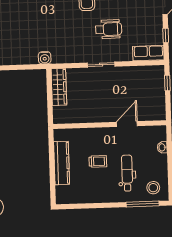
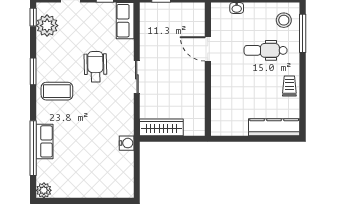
trolley: (98, 161) -> (289, 86), moved
kitchen counter: (62, 163) -> (274, 127), moved

